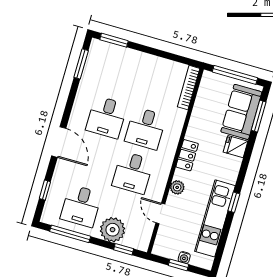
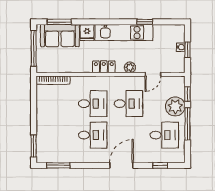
window: (234, 202) -> (145, 22), moved
kitchen unit: (215, 218) -> (124, 33), moved
window: (70, 234) -> (187, 124), moved

